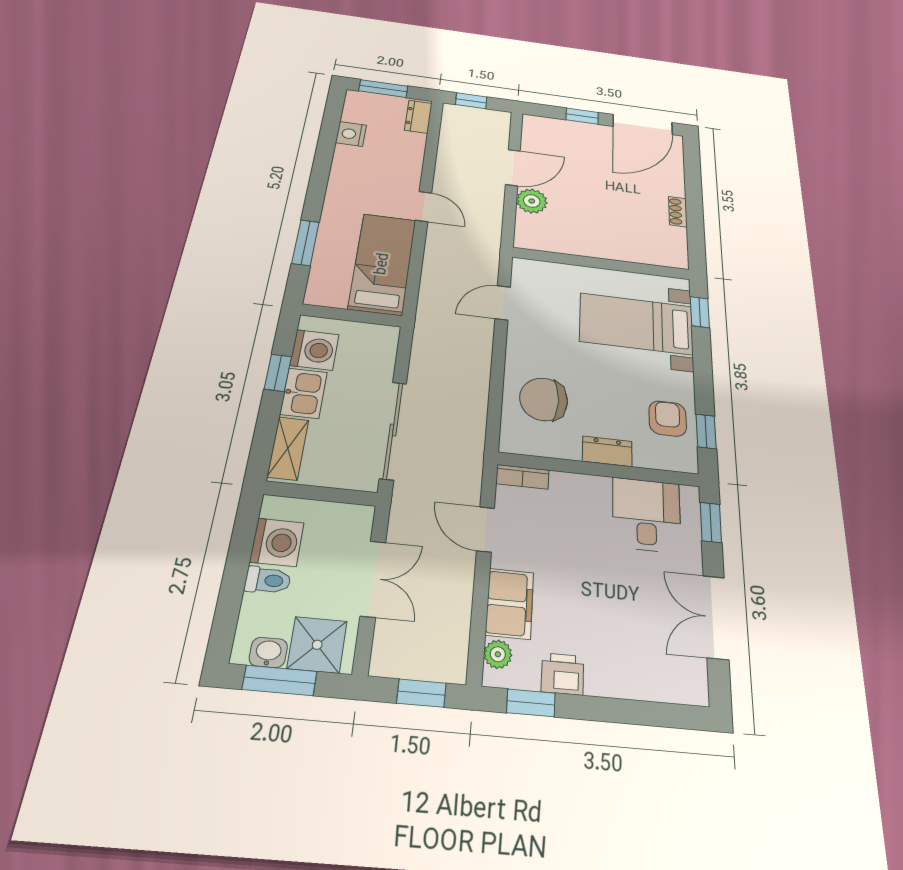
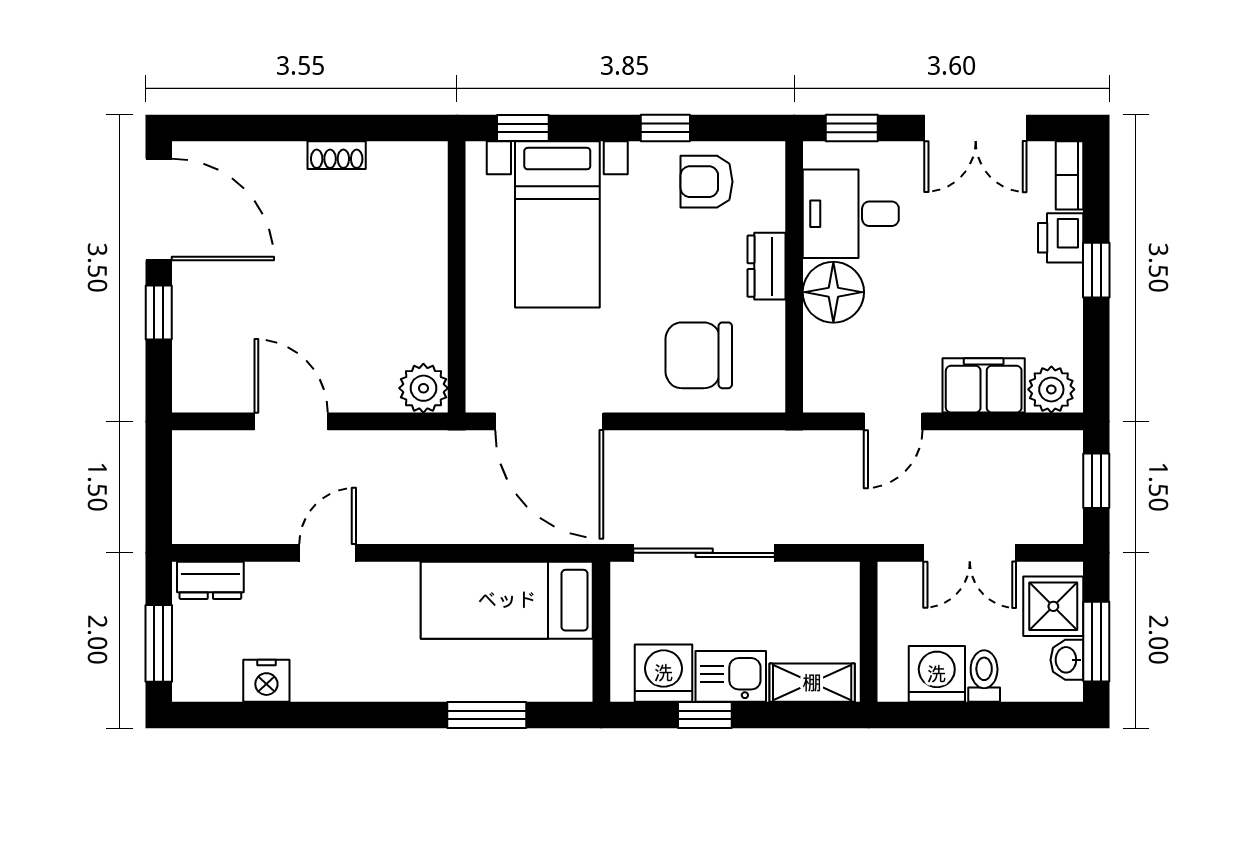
window: (471, 101) -> (159, 498), removed
plant: (532, 201) -> (423, 388), moved
door: (423, 207) -> (328, 553), moved
door: (503, 303) -> (549, 421), width x1.88
chair: (544, 399) -> (699, 355), turned 90
sliding door: (393, 430) -> (704, 553), moved
window: (706, 431) -> (665, 128), moved
bookcase: (522, 477) -> (1069, 175), moved, turned 180
floor lamp: (587, 496) -> (833, 292), added
double door: (373, 579) -> (970, 553), swing flipped
plant: (498, 654) -> (1051, 389), width x1.38, depth x1.38
printer: (563, 674) -> (1061, 238), moved
window: (531, 703) -> (1096, 270), moved

